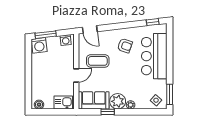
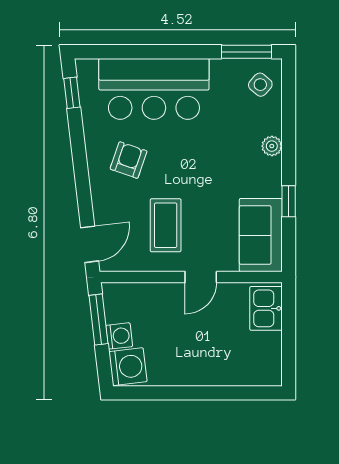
window: (46, 35) -> (98, 320), moved
washing machine: (66, 40) -> (119, 336), moved
door: (76, 75) -> (201, 277), swing flipped
plant: (118, 101) -> (263, 177), removed
boiler: (39, 105) -> (271, 367), removed

